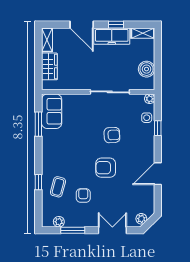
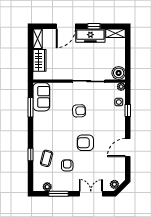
door: (82, 25) -> (66, 26), hinge flipped
boiler: (147, 69) -> (119, 73), moved
armchair: (112, 135) -> (79, 111), moved

